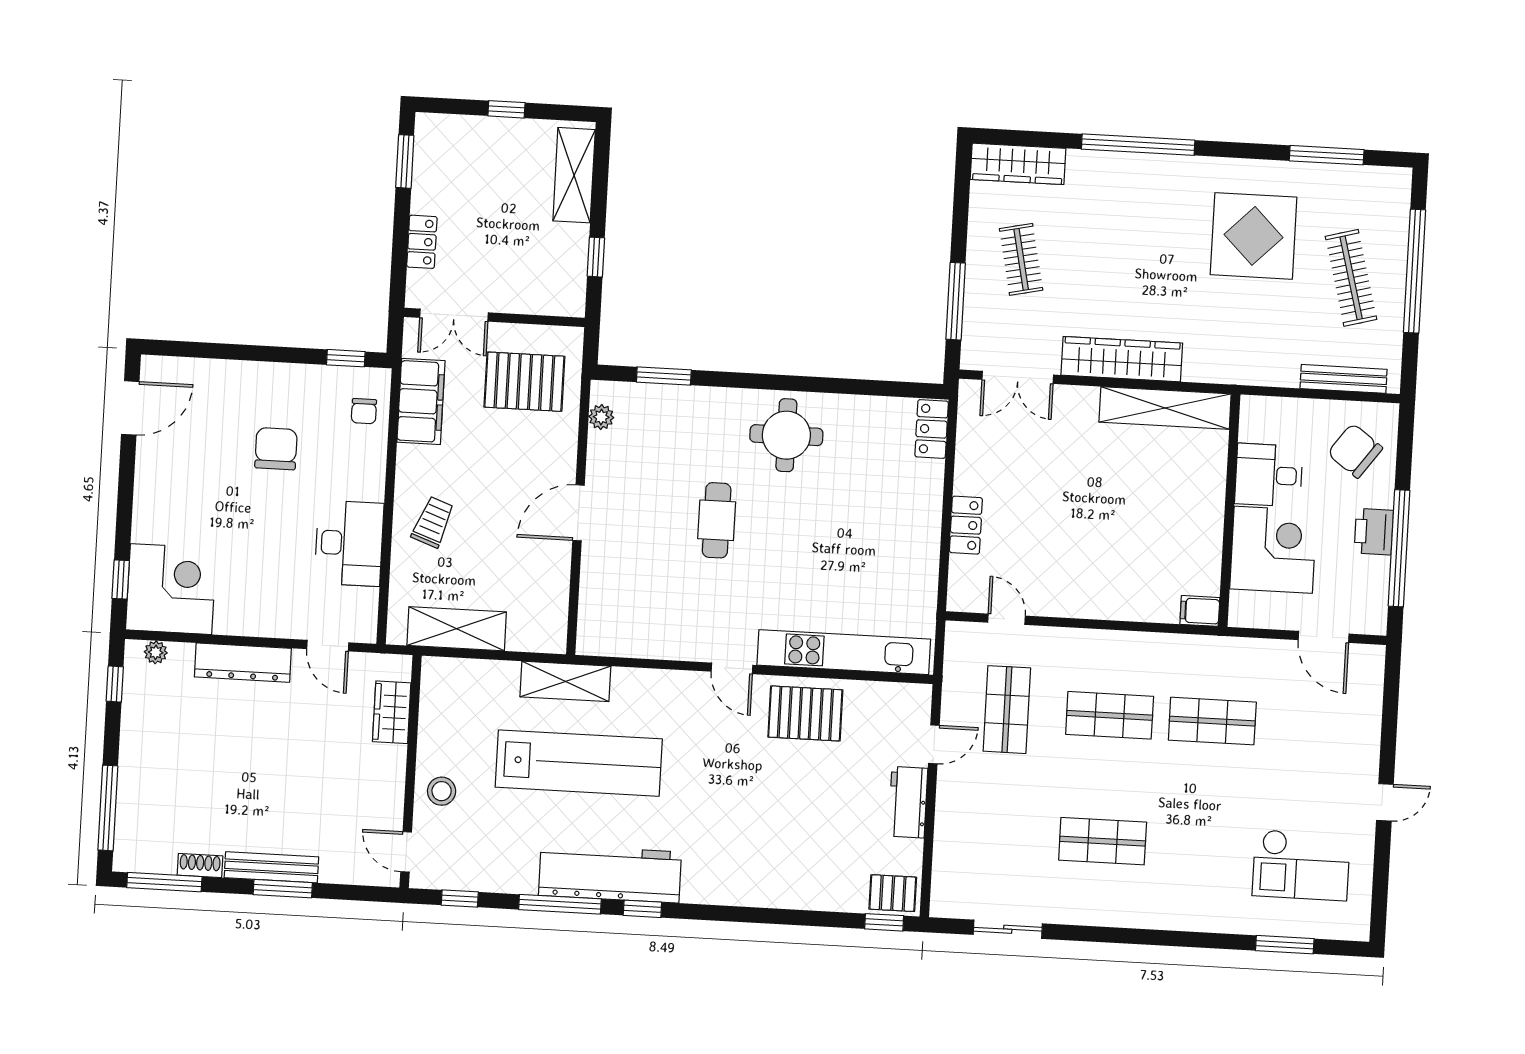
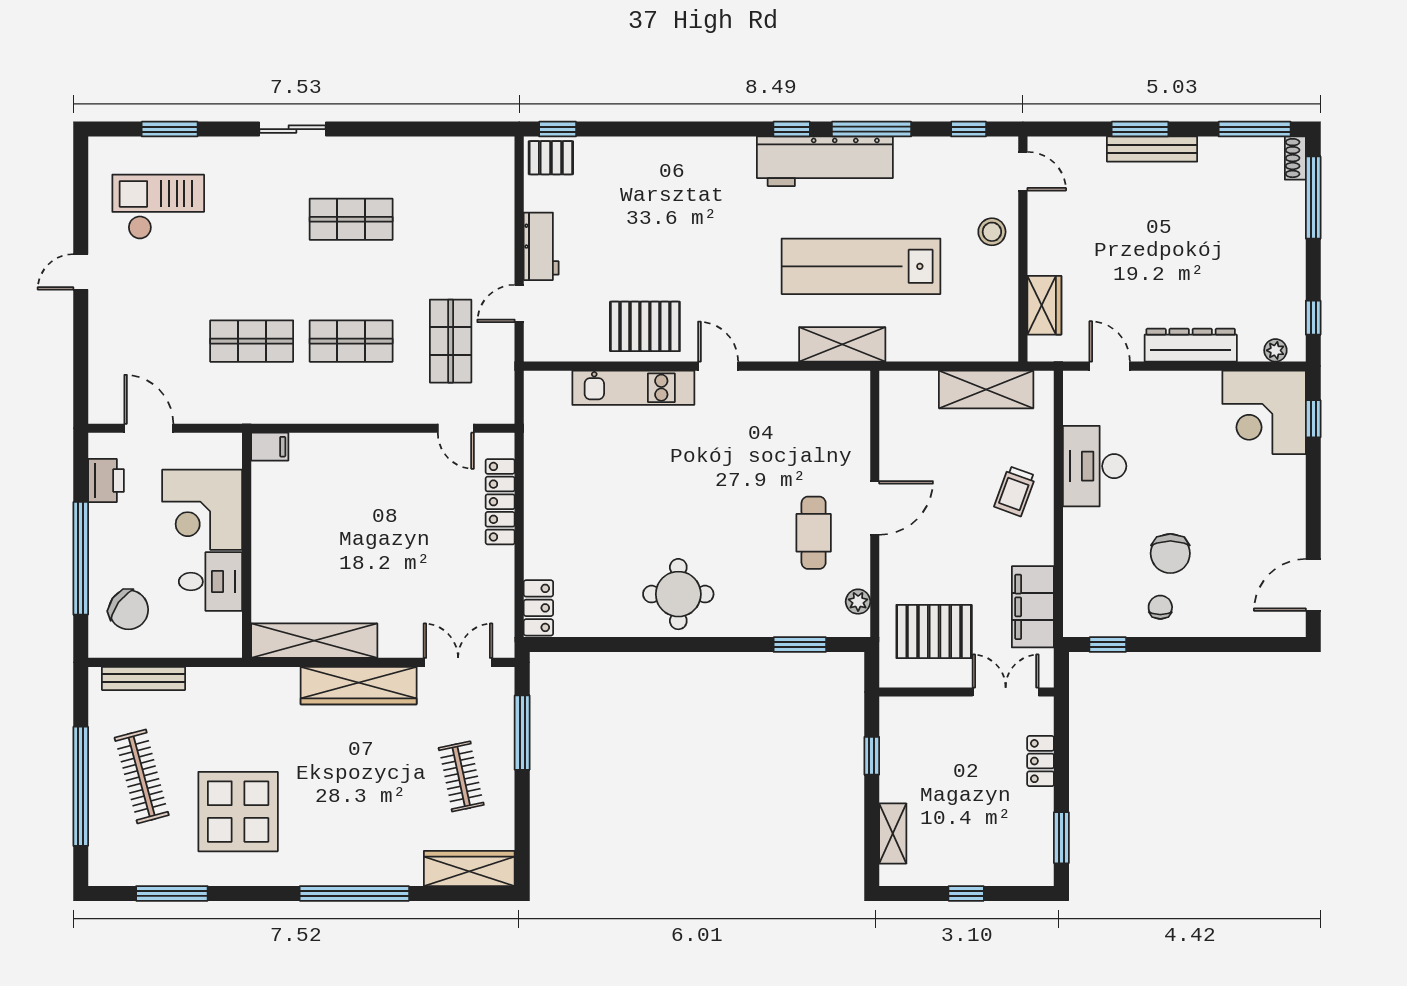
shelving: (574, 175) -> (893, 834), width x0.67, depth x0.75
chair: (364, 411) -> (1160, 607), moved
cafe table: (717, 520) -> (814, 533), moved
locker: (966, 525) -> (500, 502), width x1.53
printer: (1374, 532) -> (106, 480), moved
window: (1399, 548) -> (81, 558), moved
kitchen unit: (844, 652) -> (633, 388), width x0.73
shelving: (565, 681) -> (842, 344), moved
shoe rack: (200, 866) -> (1295, 158), moved, turned 90
sliding door: (1008, 929) -> (293, 129), moved

